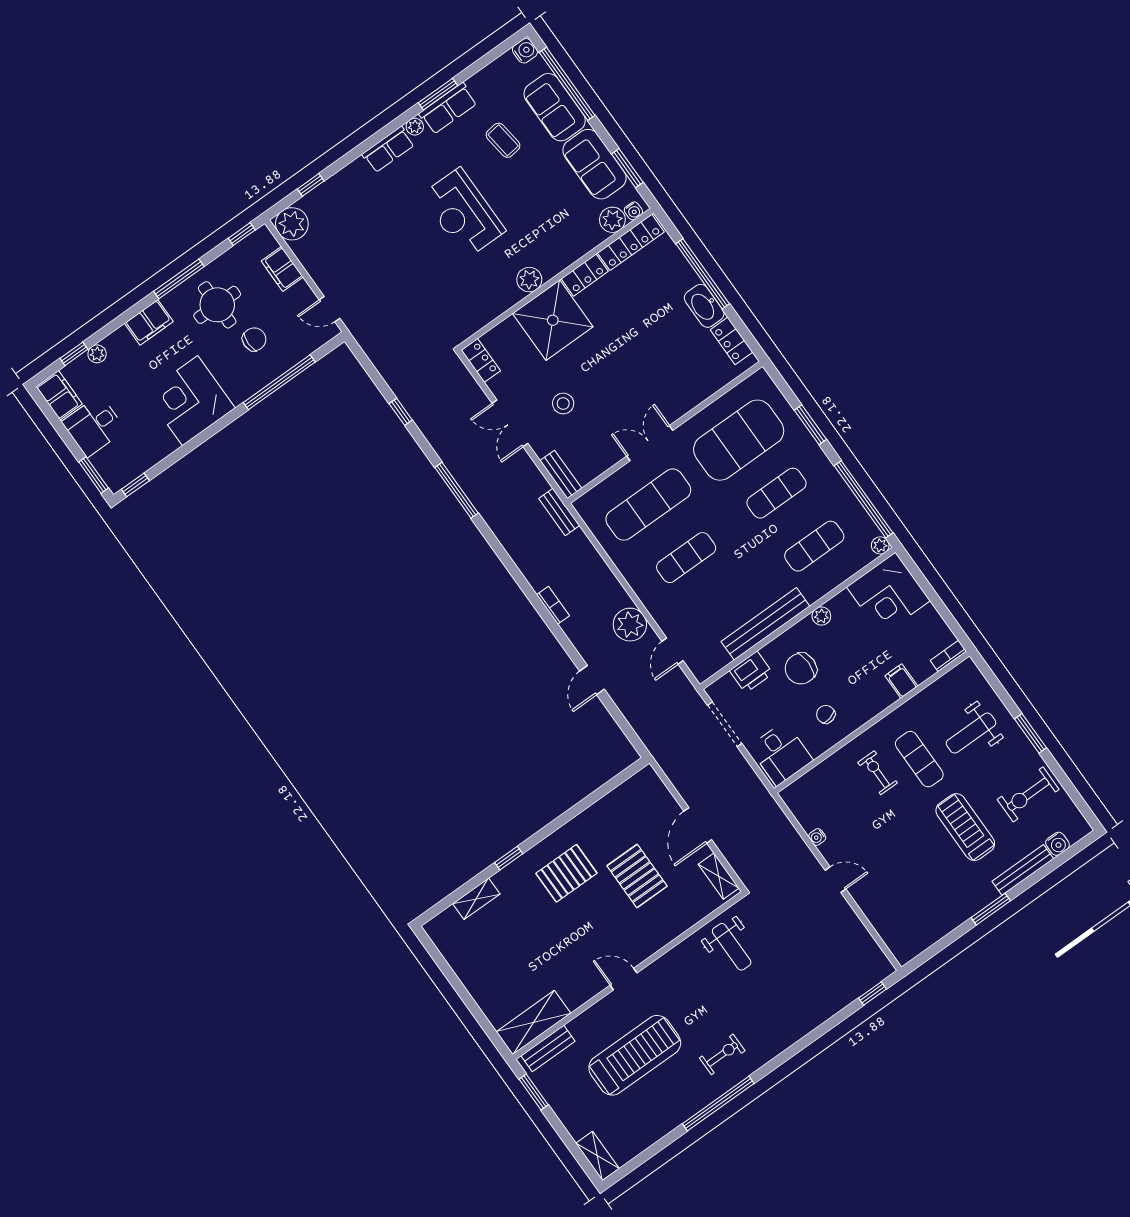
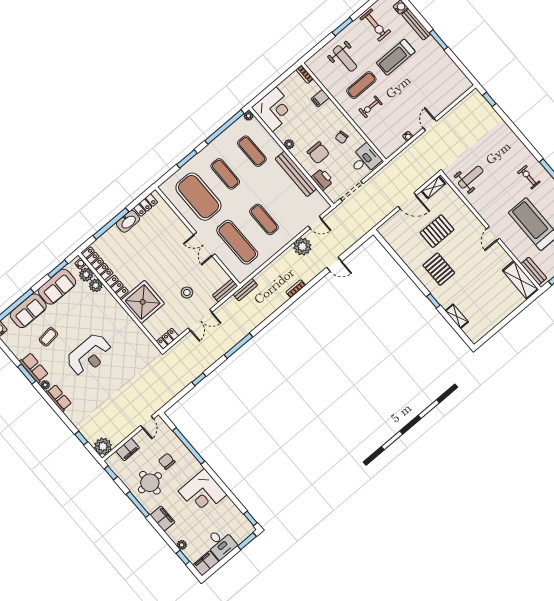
plant: (529, 280) -> (96, 285), moved

